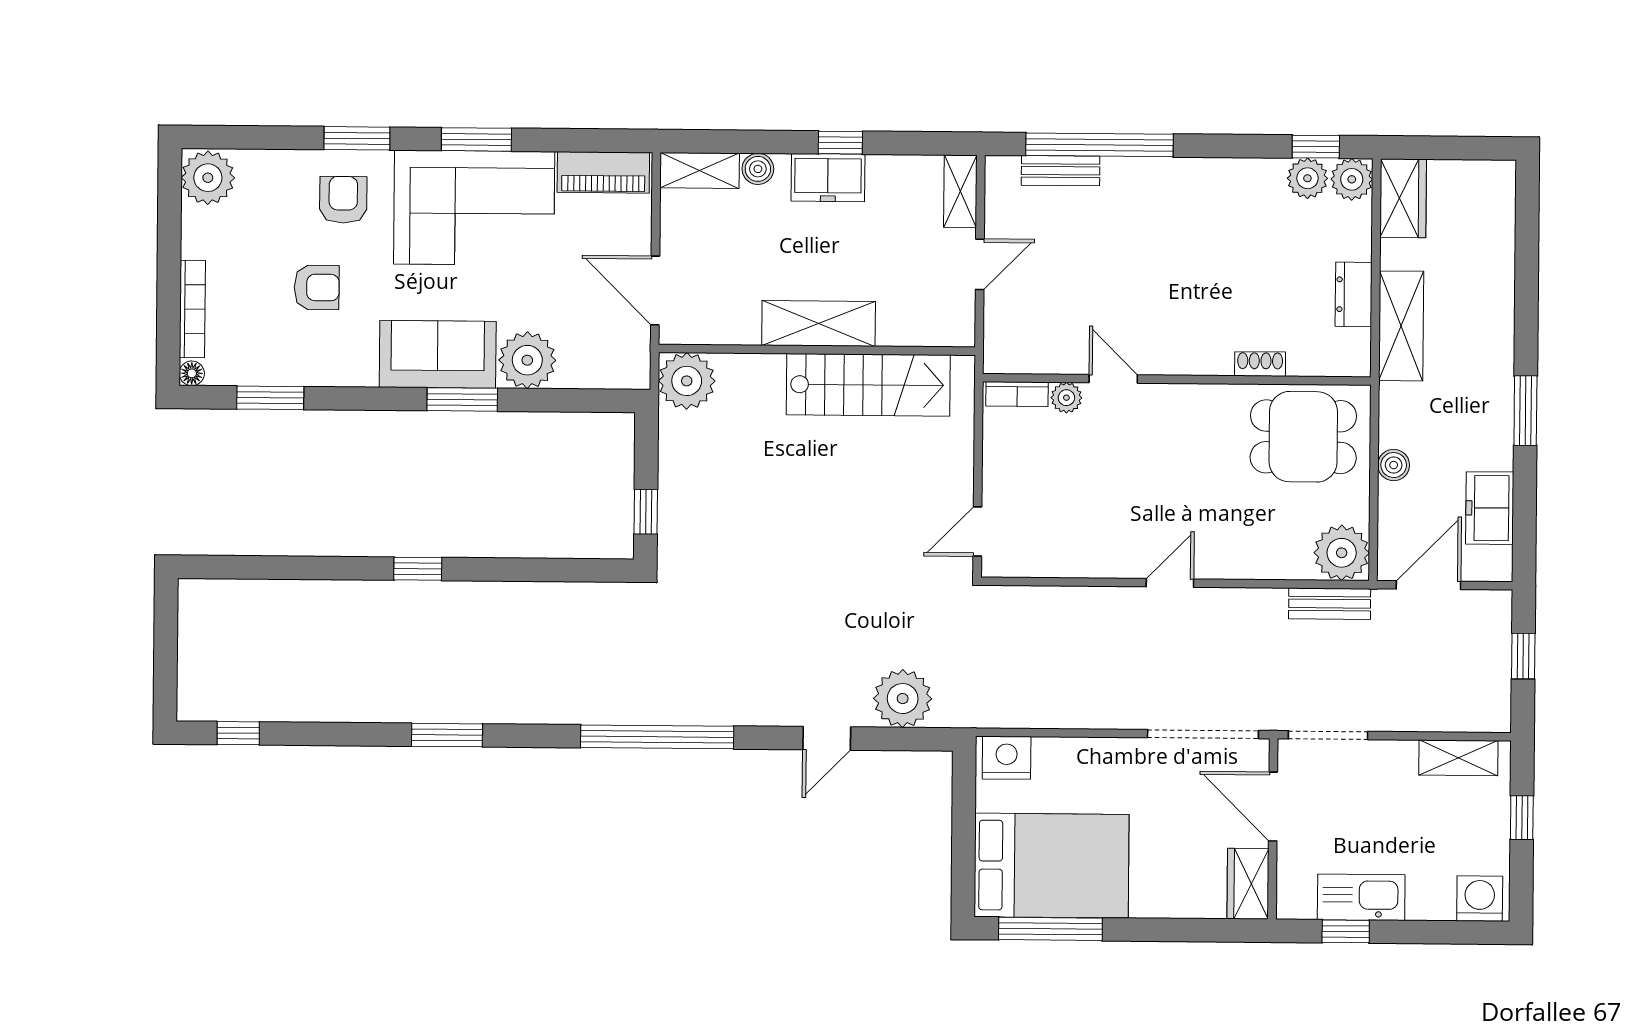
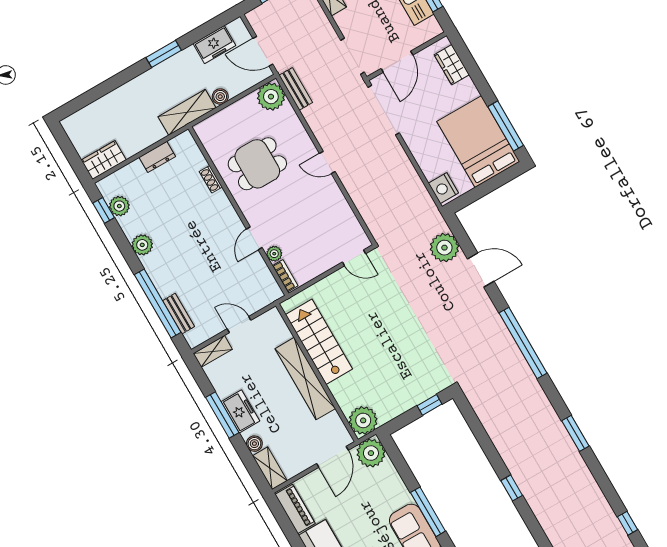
window: (840, 143) -> (222, 415), width x2.17
plant: (1352, 179) -> (142, 245), moved
shelving: (819, 323) -> (305, 379), width x1.47
shelving: (1401, 326) -> (187, 112), moved
plant: (527, 360) -> (371, 453), moved
window: (462, 399) -> (428, 512), width x1.44
dining table: (1303, 437) -> (257, 164), moved, turned 90
door: (827, 738) -> (481, 270), width x1.38
wardrobe: (1248, 884) -> (452, 65), moved, turned 90

